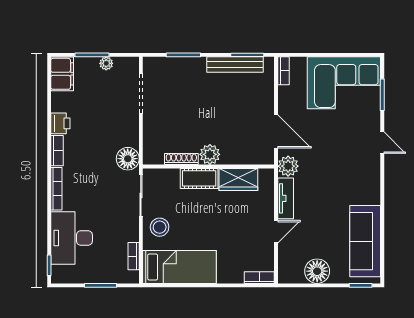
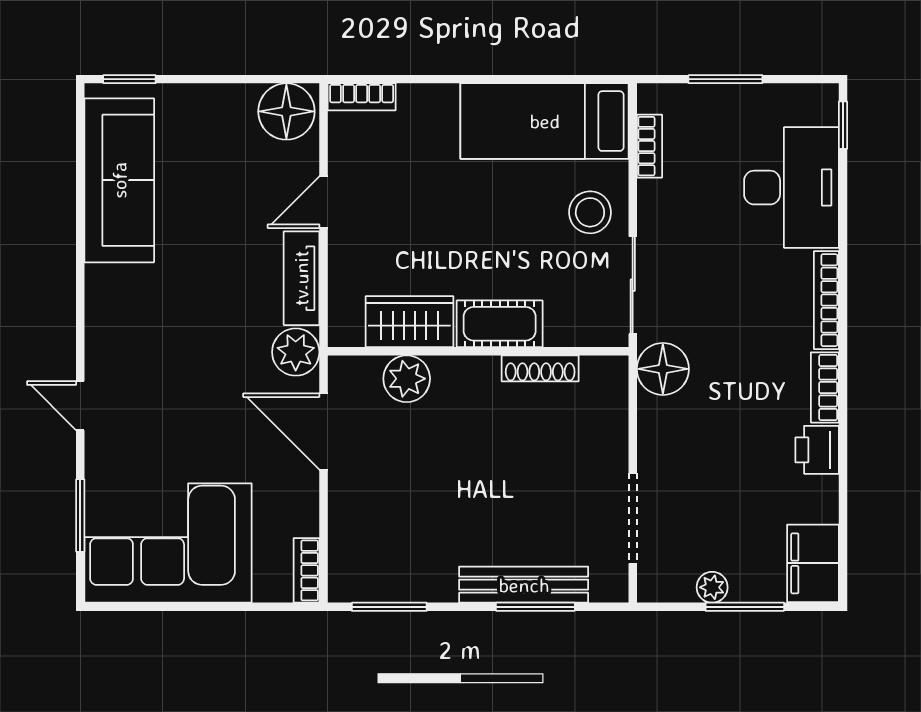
bench: (235, 65) -> (524, 585), moved
plant: (210, 154) -> (407, 379), moved
floor lamp: (317, 271) -> (286, 111), moved

